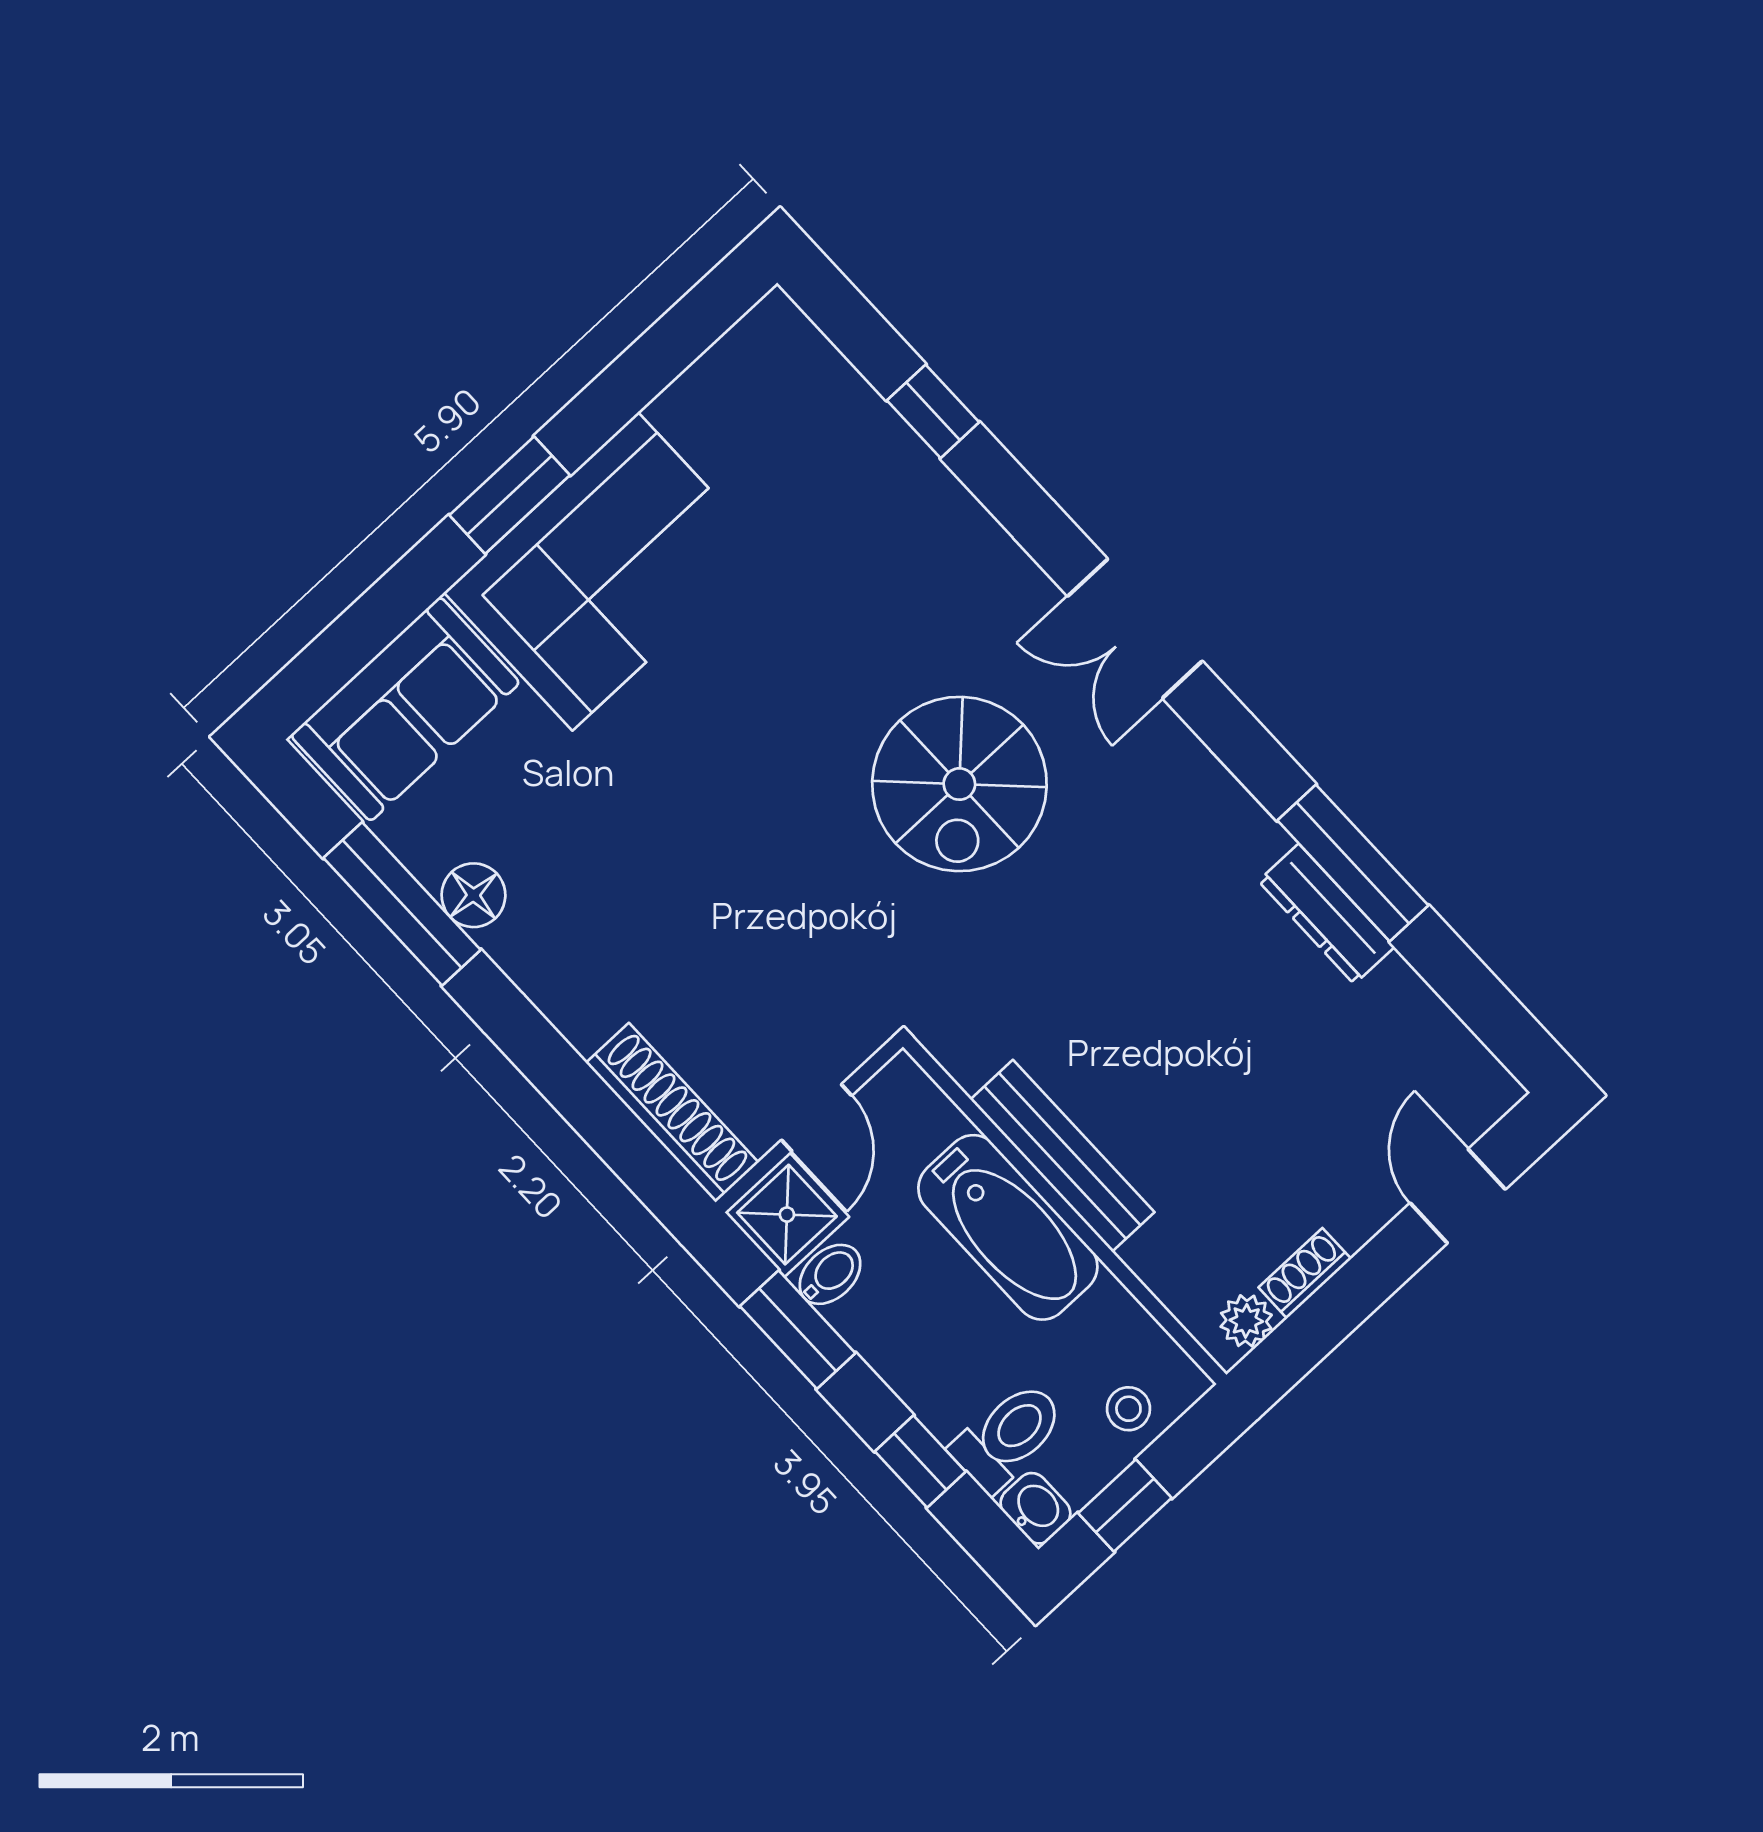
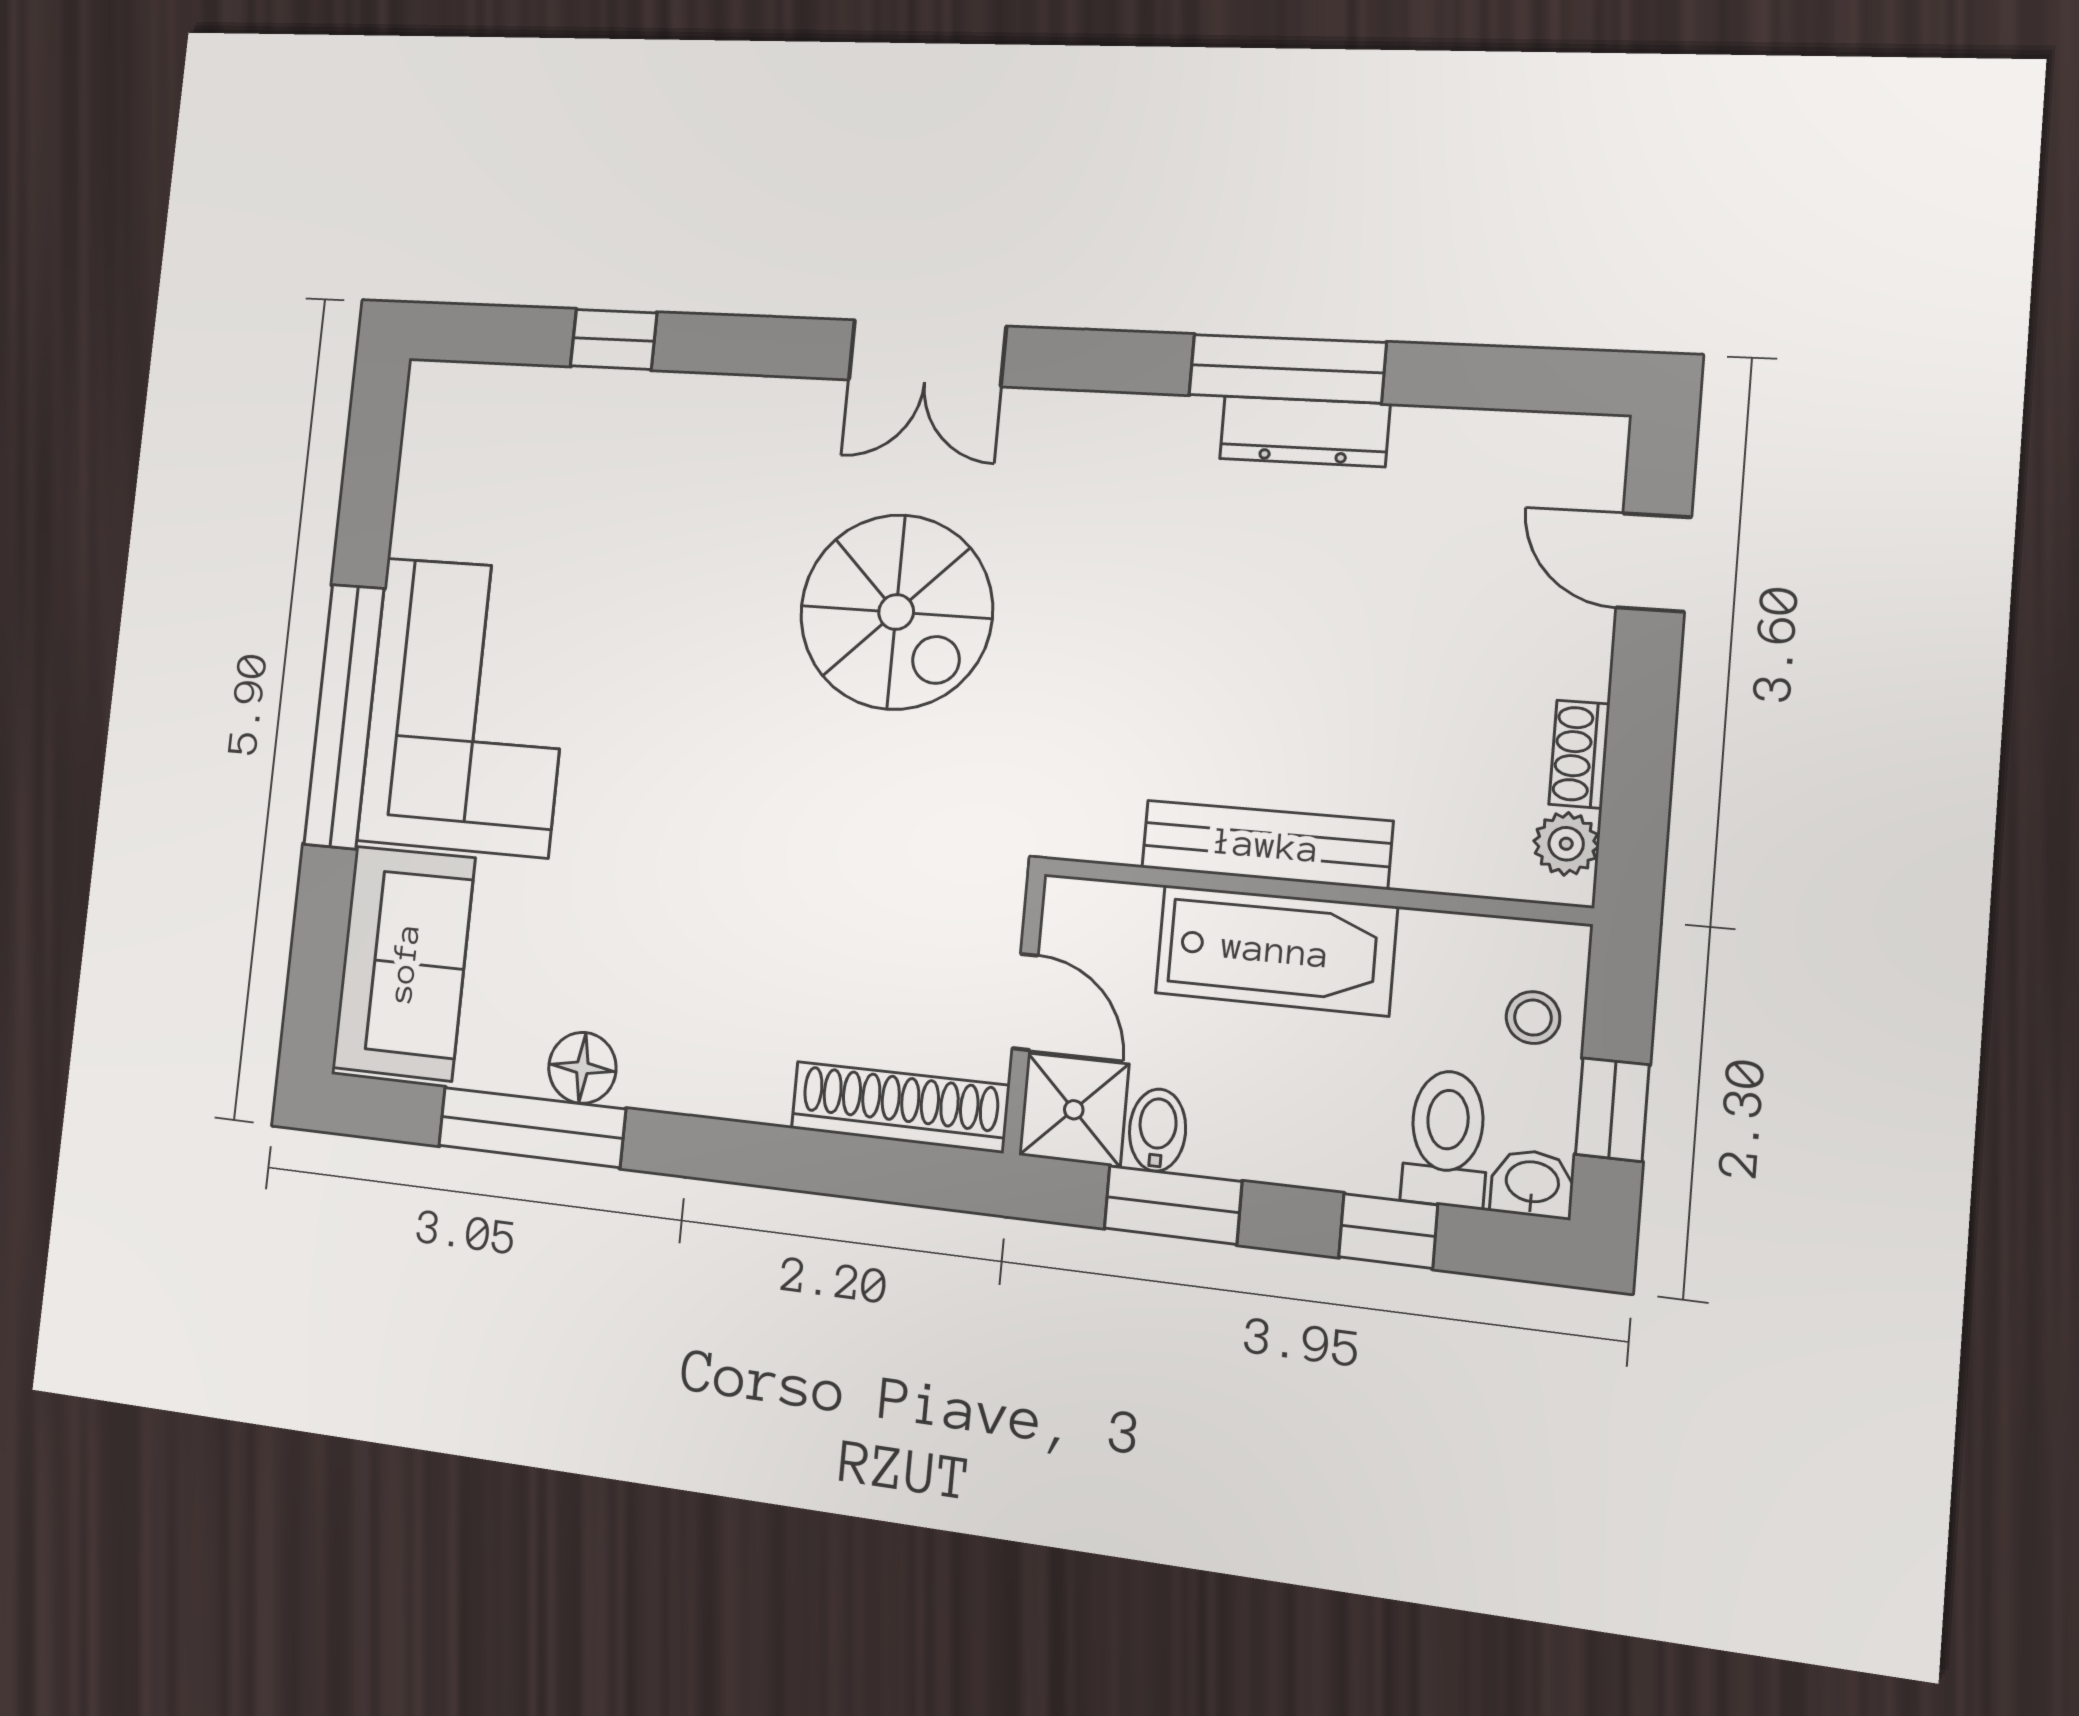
window: (510, 495) -> (344, 716), width x2.11

